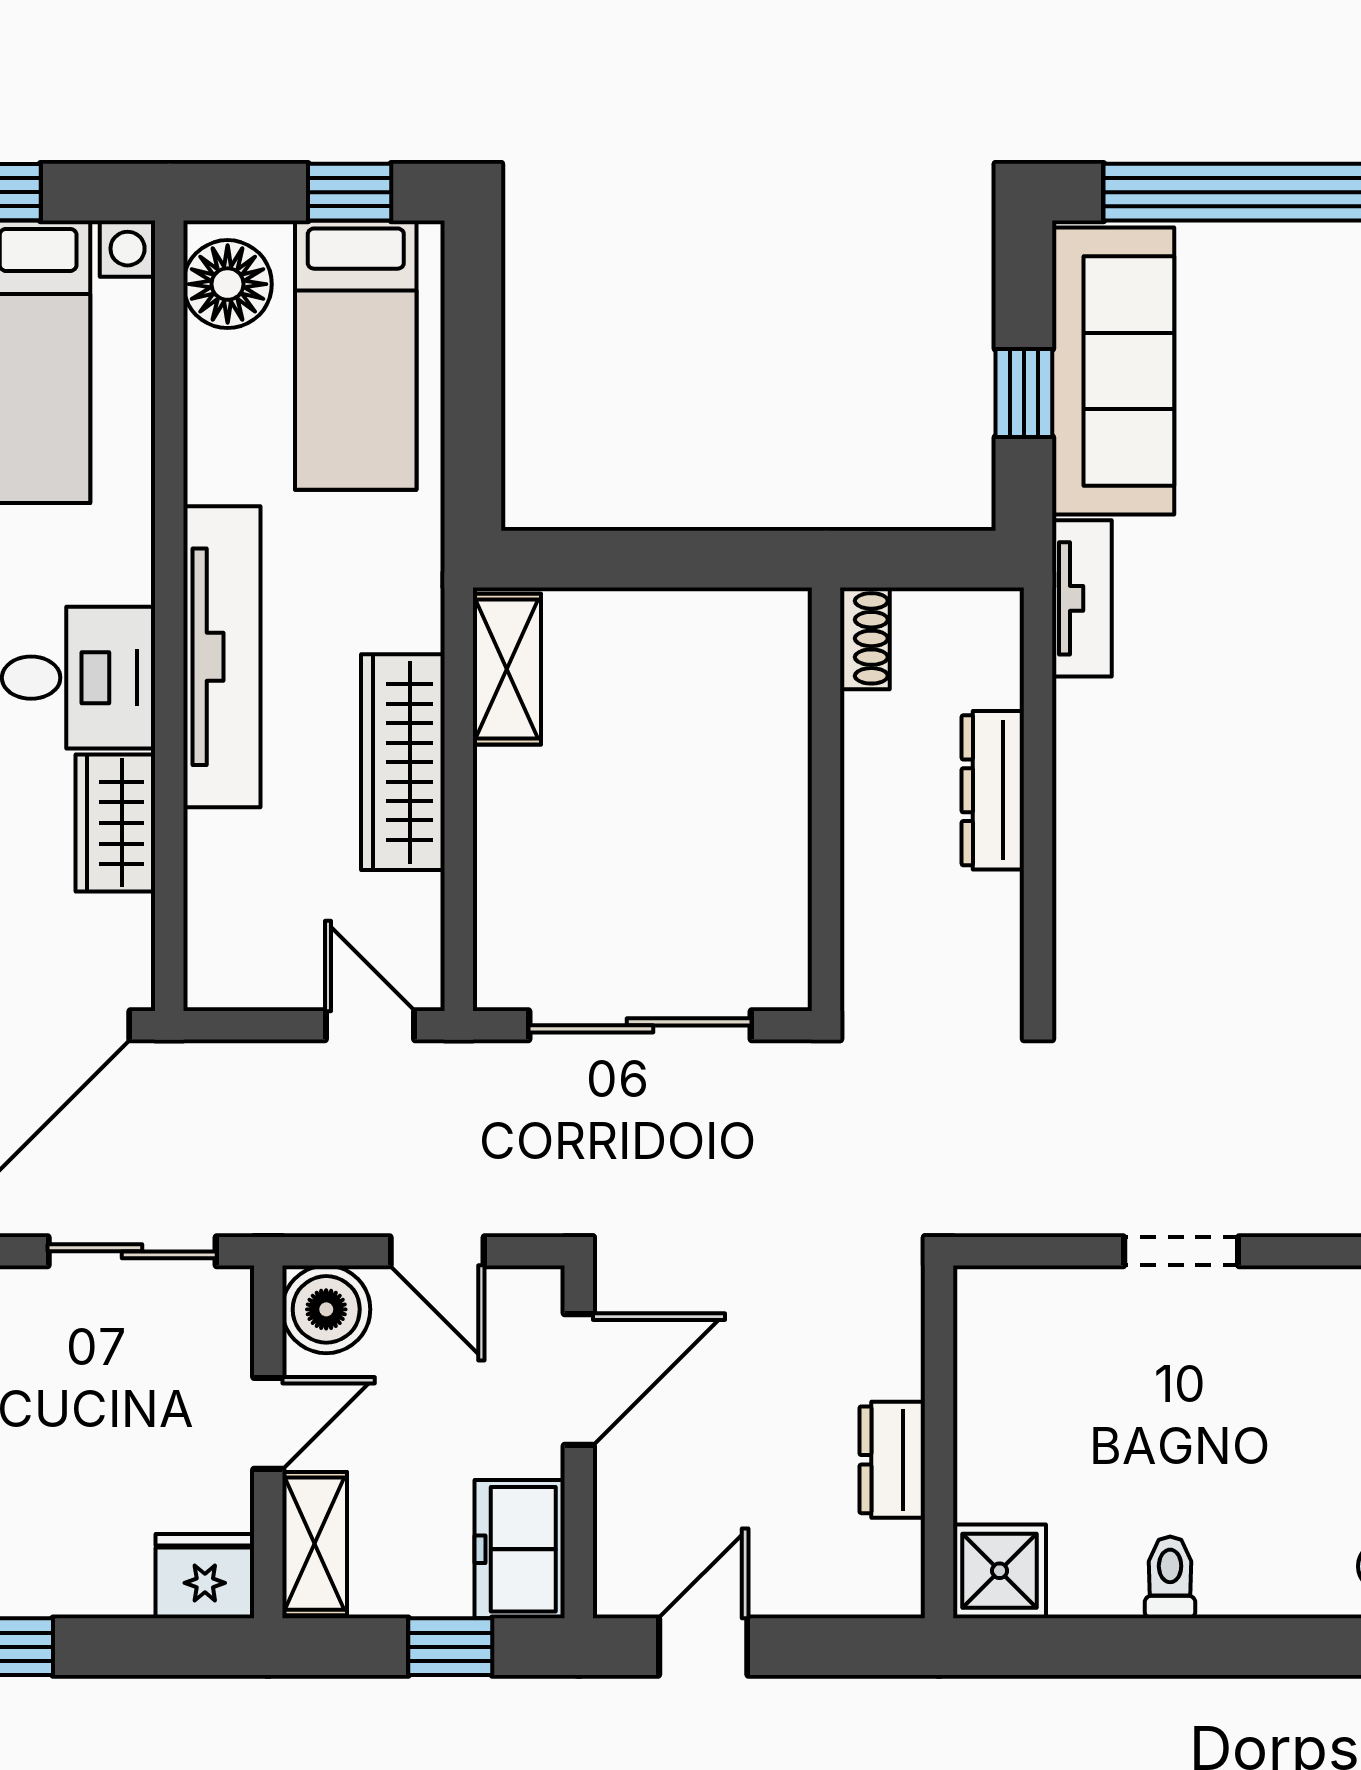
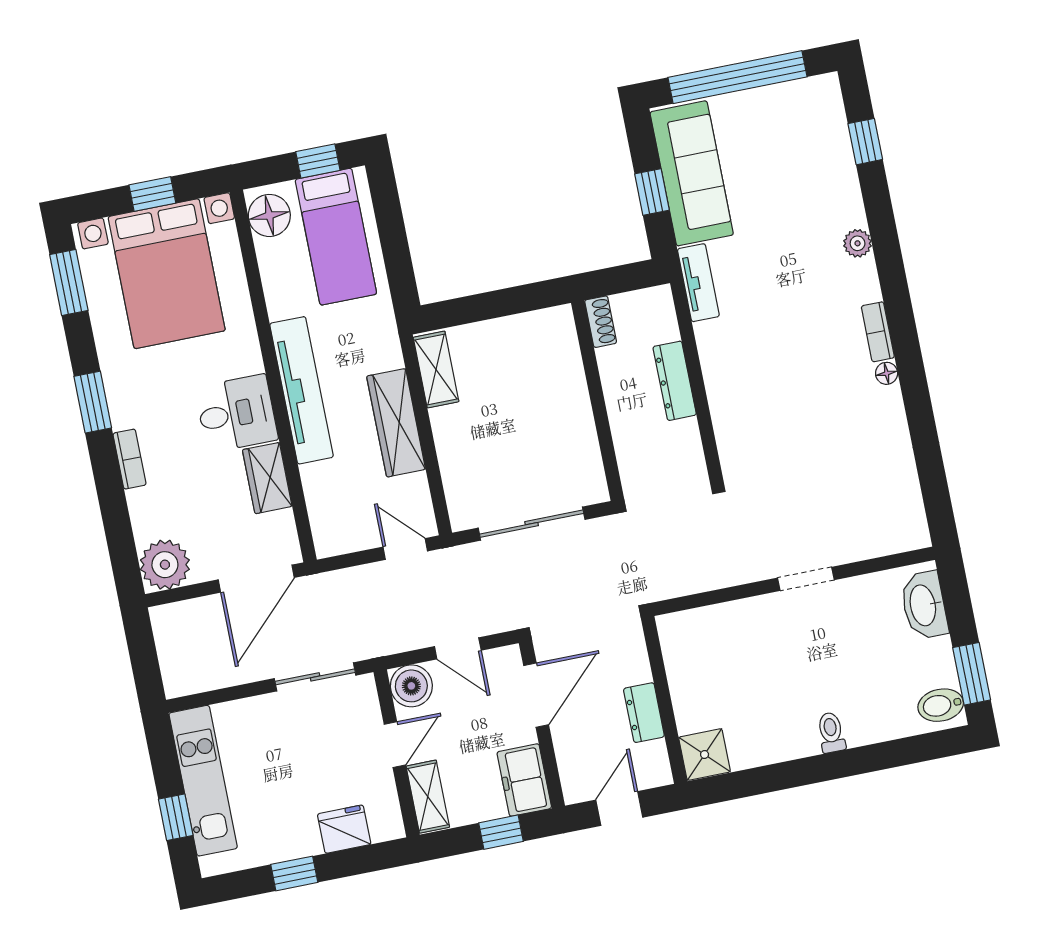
wall: (939, 1442) -> (664, 700), moved
dresser: (892, 1460) -> (644, 713), moved
shower: (1000, 1571) -> (705, 754), moved
fridge: (205, 1576) -> (344, 829), moved

